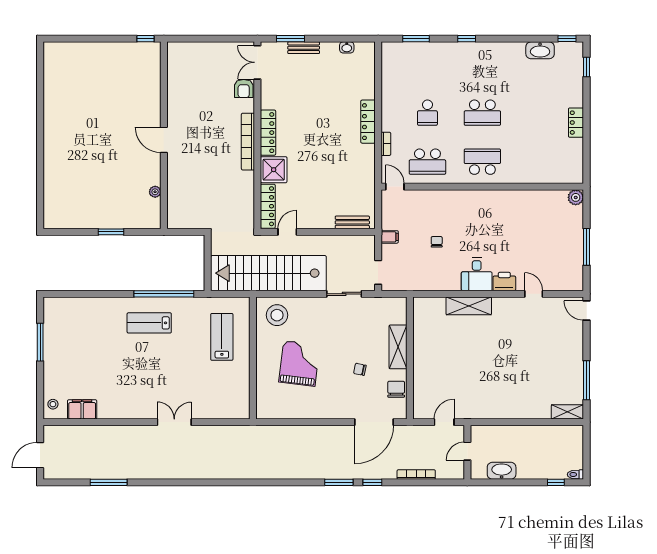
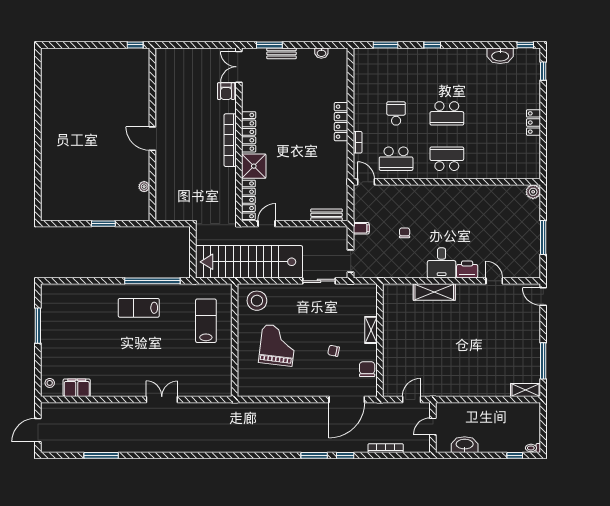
school desk: (427, 113) -> (396, 113), turned 180
shelving: (398, 347) -> (371, 330), width x0.67, depth x0.75

